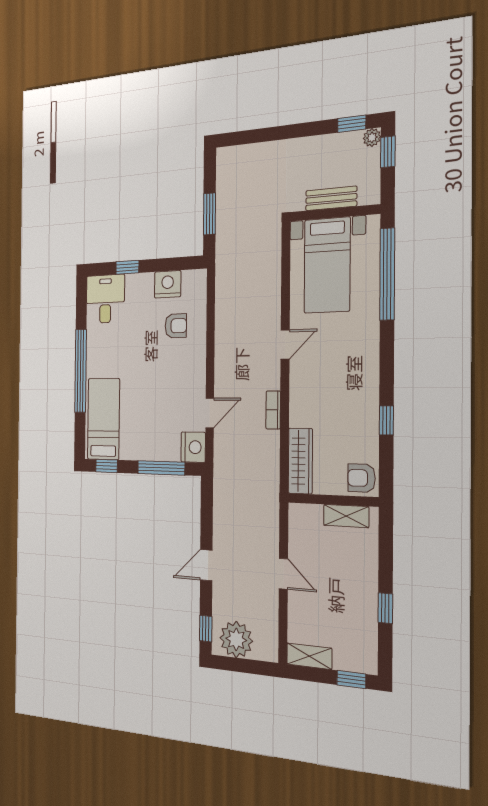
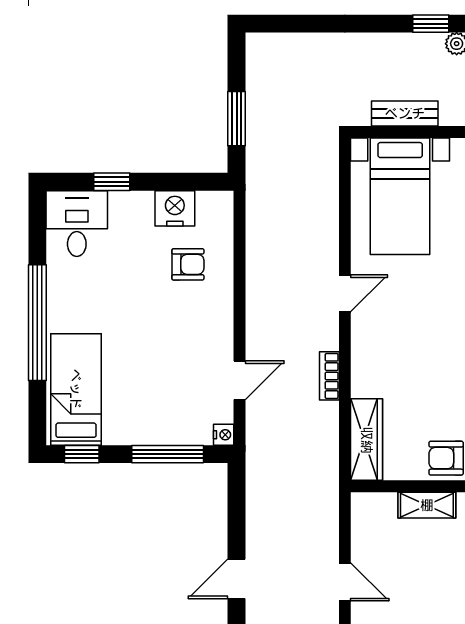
nightstand: (193, 447) -> (224, 435), width x0.53, depth x0.56

